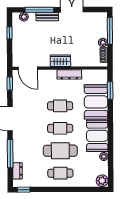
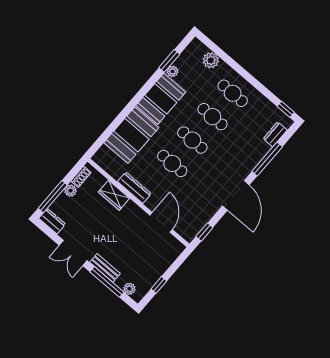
dresser: (98, 17) -> (52, 221), added
wardrobe: (60, 61) -> (114, 195), moved
door: (28, 68) -> (161, 222), moved
window: (110, 91) -> (169, 61), moved
cafe table: (60, 151) -> (212, 117), width x0.73, depth x0.74
plant: (102, 181) -> (211, 60), moved

